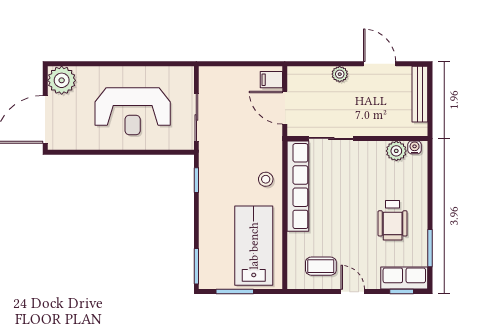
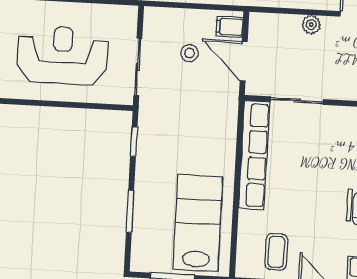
reception desk: (133, 111) -> (62, 56), turned 180
stool: (266, 179) -> (190, 53), moved
window: (196, 266) -> (130, 211), moved
coffee table: (321, 266) -> (276, 252), turned 90

